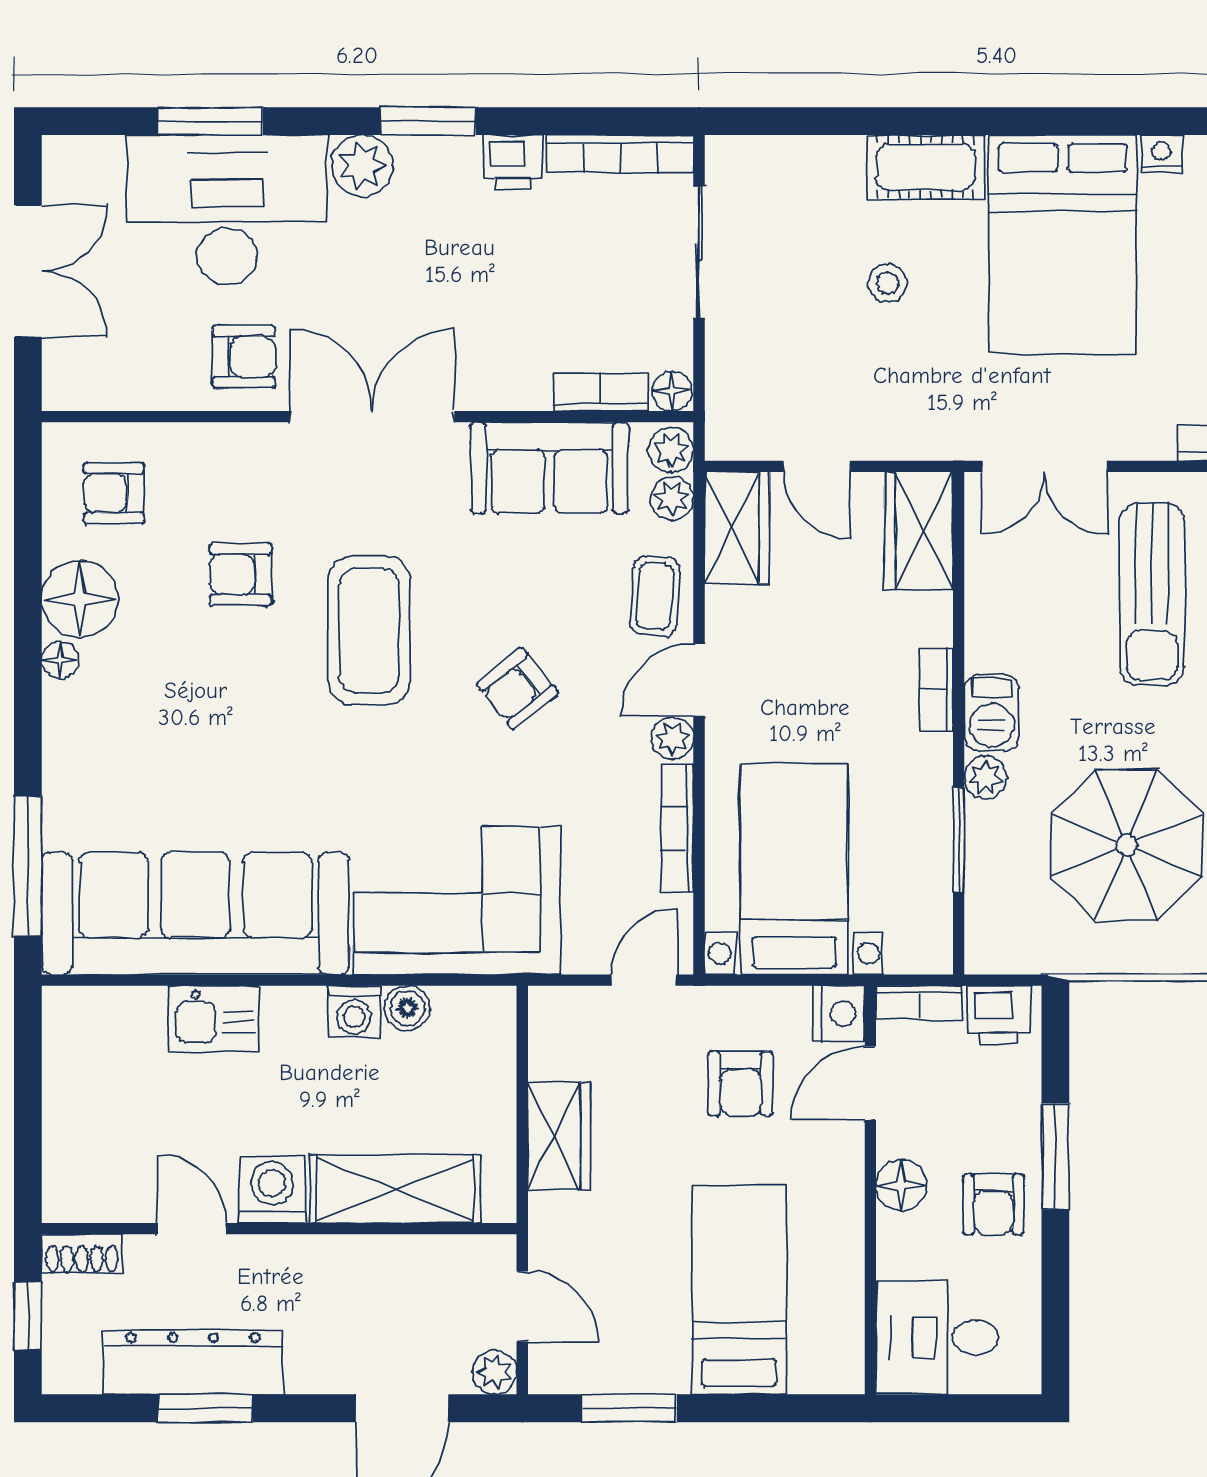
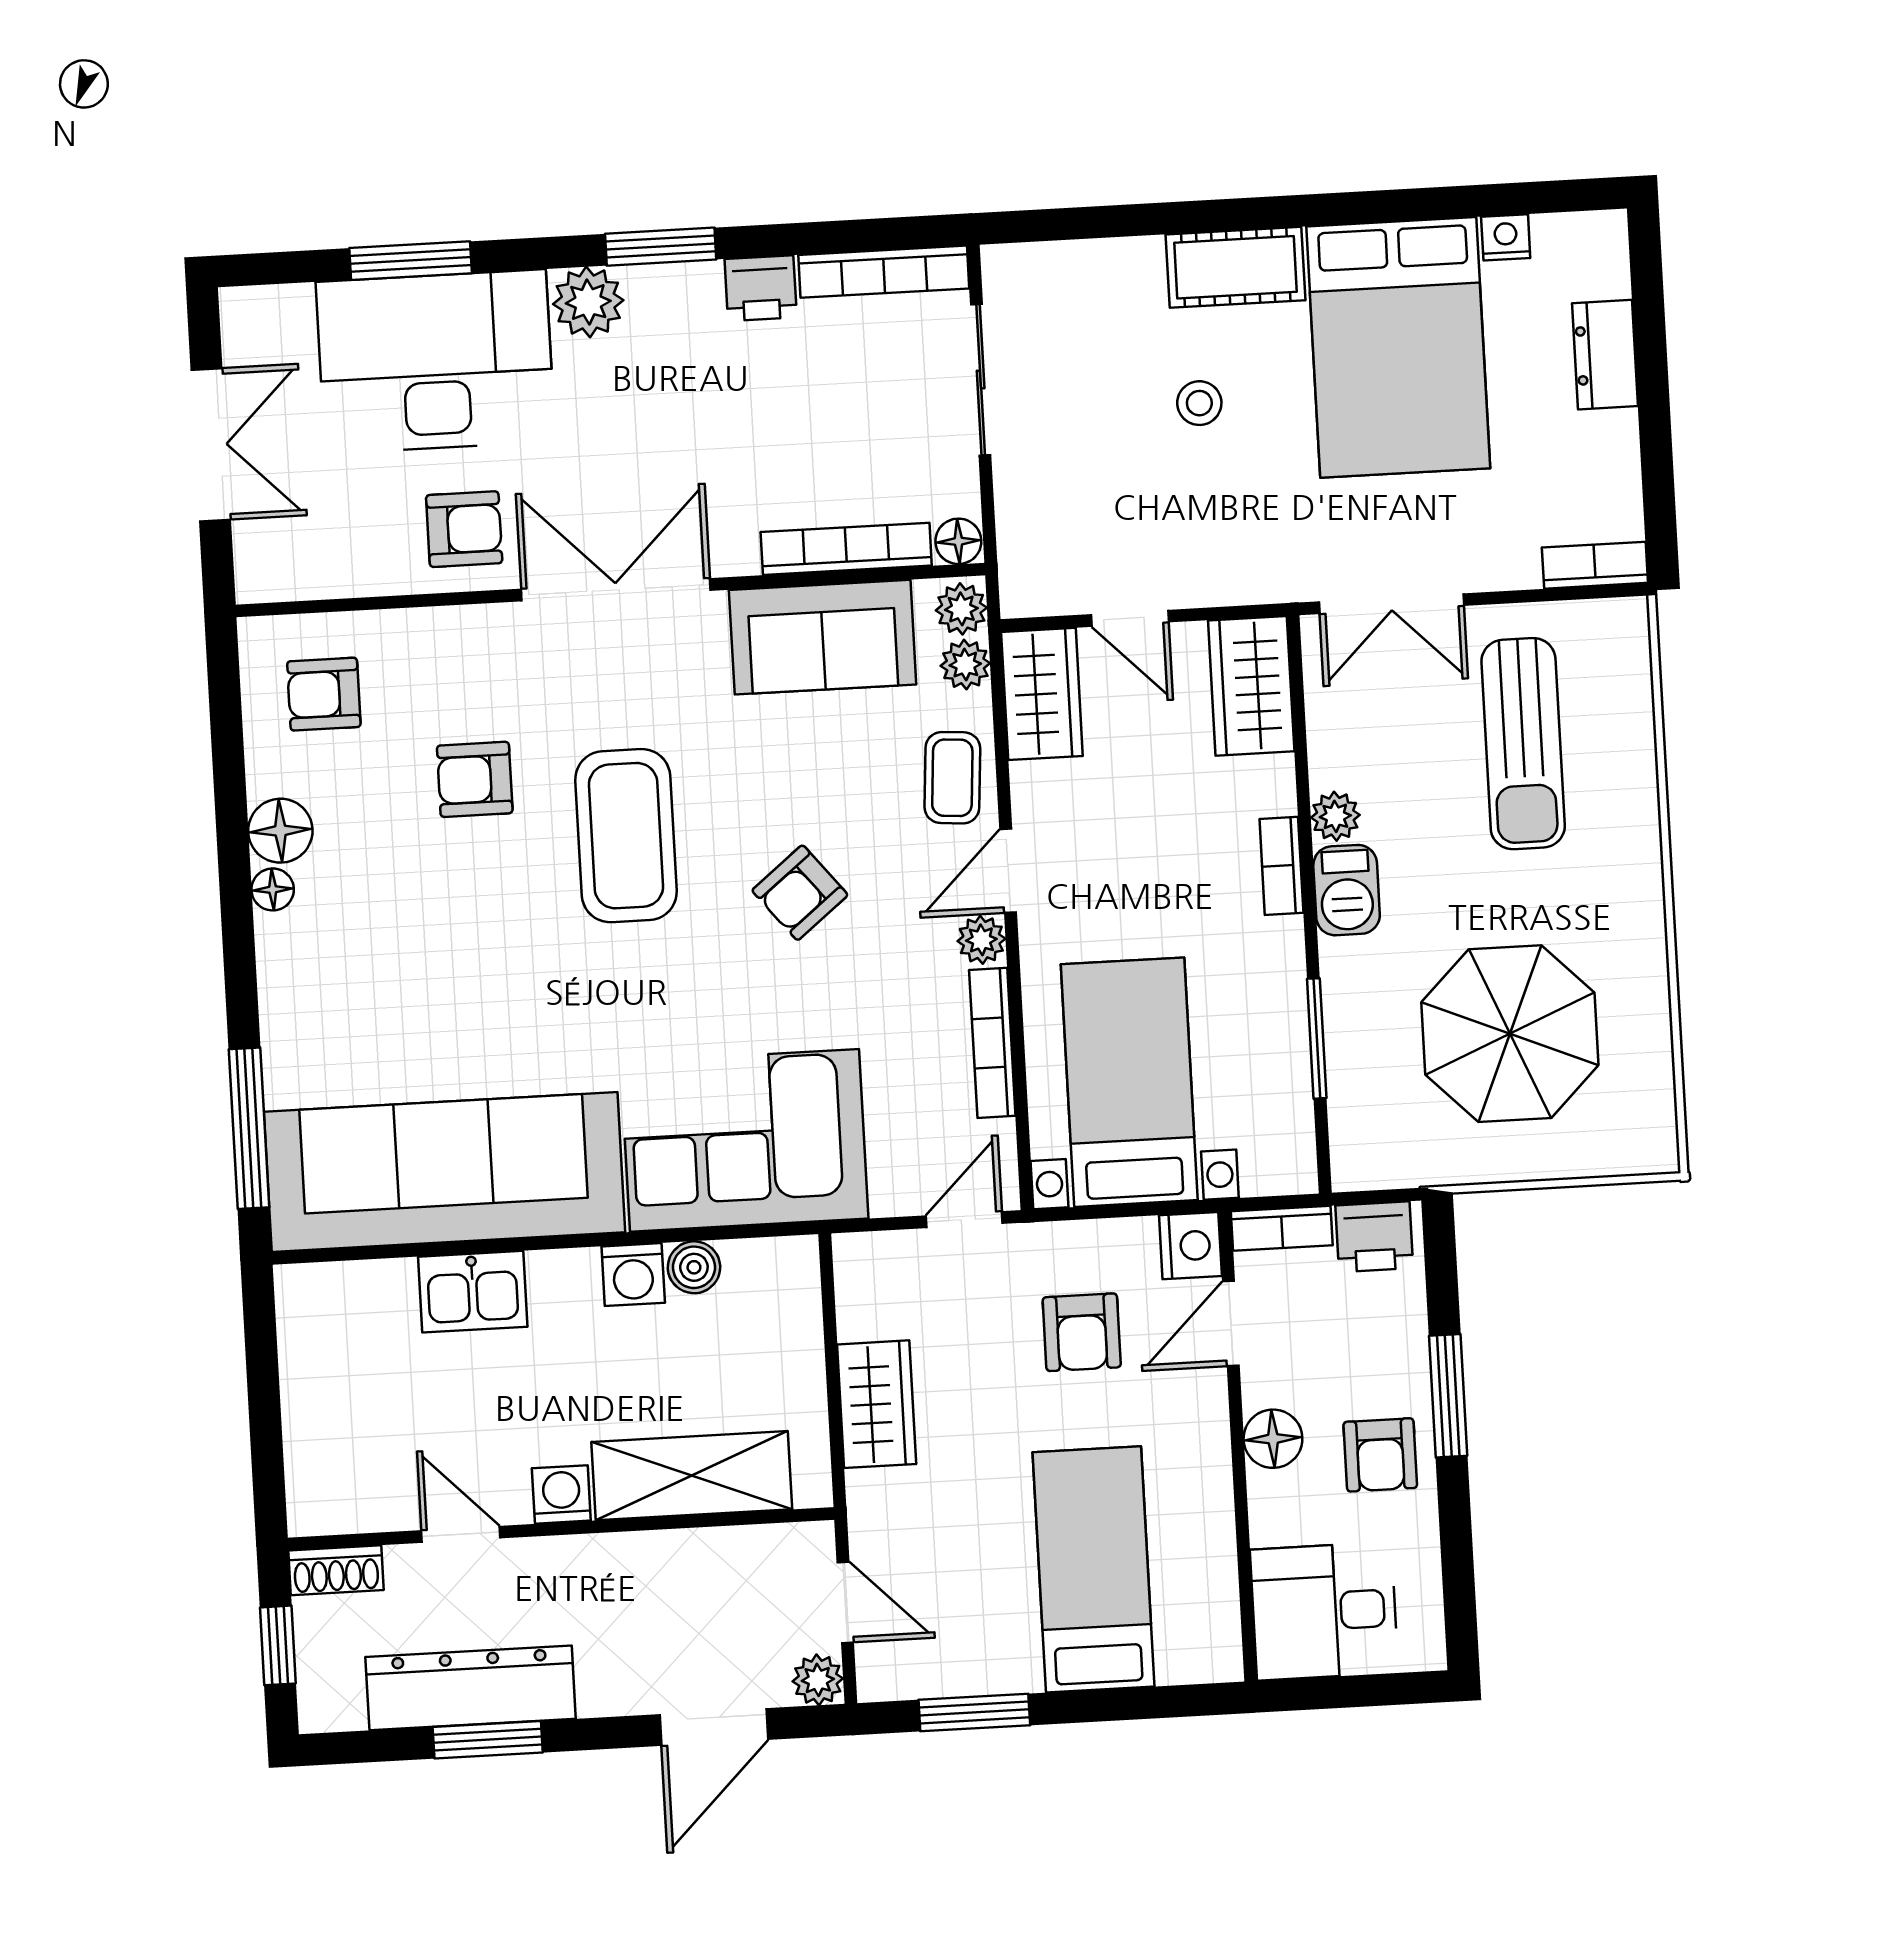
bookcase: (601, 392) -> (846, 549), width x1.56
floor lamp: (80, 599) -> (280, 831), width x0.73, depth x0.73
plant: (986, 777) -> (1335, 816), moved
washing machine: (272, 1190) -> (561, 1494), width x0.73, depth x0.73

